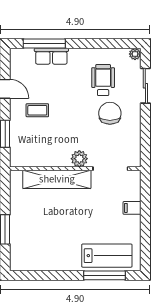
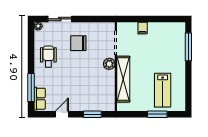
row of seats: (51, 56) -> (40, 99), moved
wheelchair: (103, 80) -> (48, 56), moved, turned 90
coffee table: (37, 110) -> (76, 92), removed
lab bench: (107, 256) -> (163, 90), moved, turned 180

